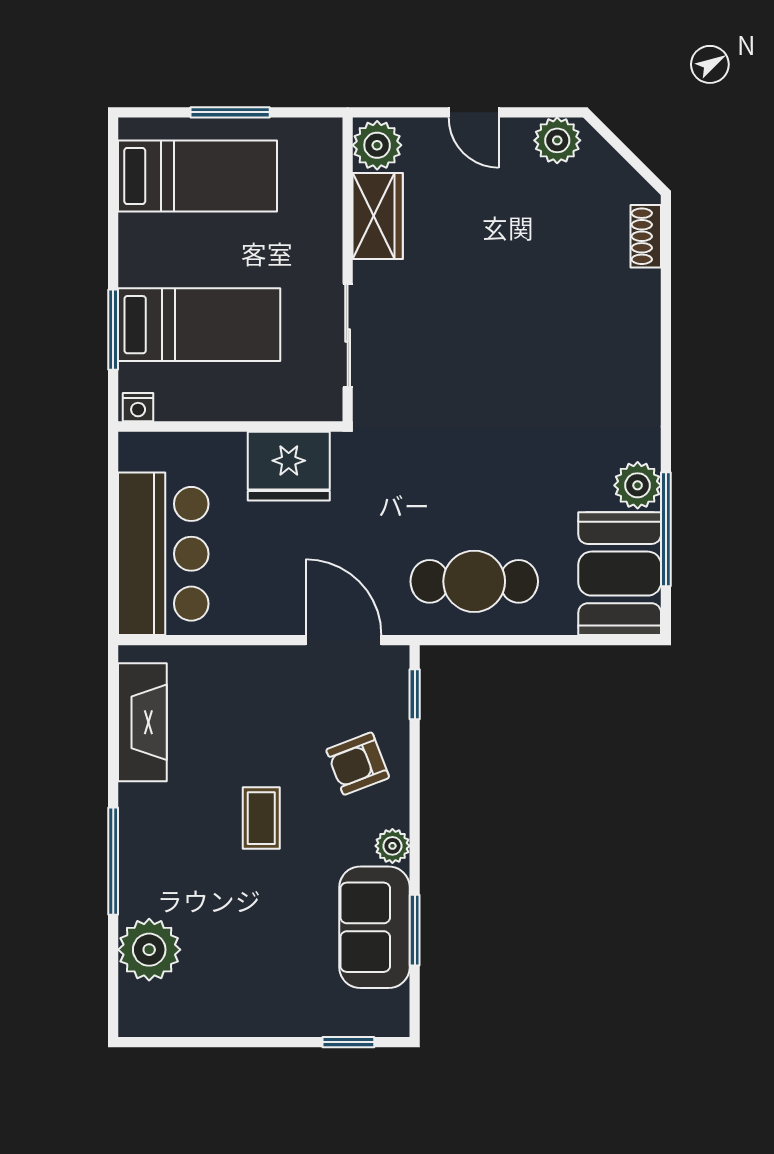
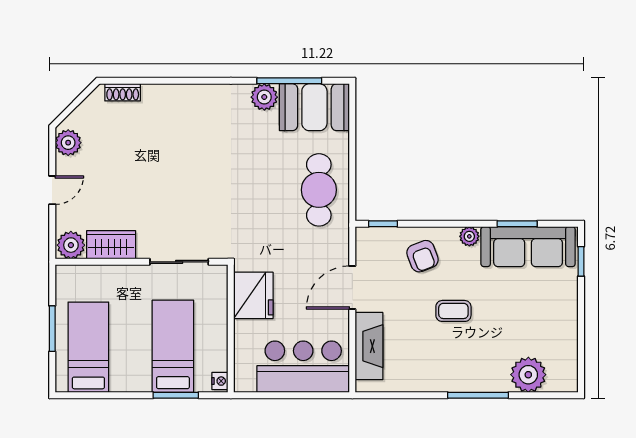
door: (344, 640) -> (352, 287), moved
fireplace: (142, 722) -> (369, 346), moved, turned 90
sofa: (374, 927) -> (528, 247), width x1.36

